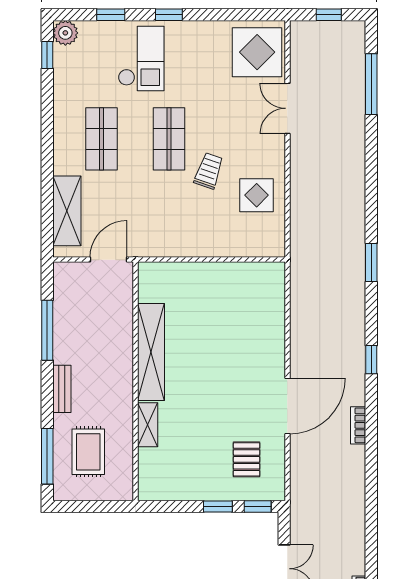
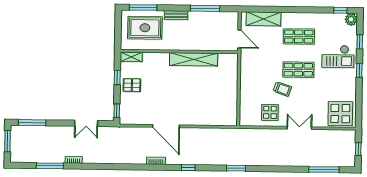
double door: (287, 108) -> (299, 128), moved
shelving: (148, 425) -> (131, 57), moved
rug: (88, 452) -> (145, 28), width x1.36, depth x1.43
pallet: (247, 459) -> (132, 85), moved
window: (218, 506) -> (117, 78), moved

